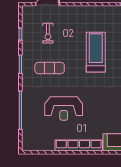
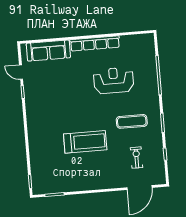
treadmill: (96, 52) -> (85, 142), turned -90

